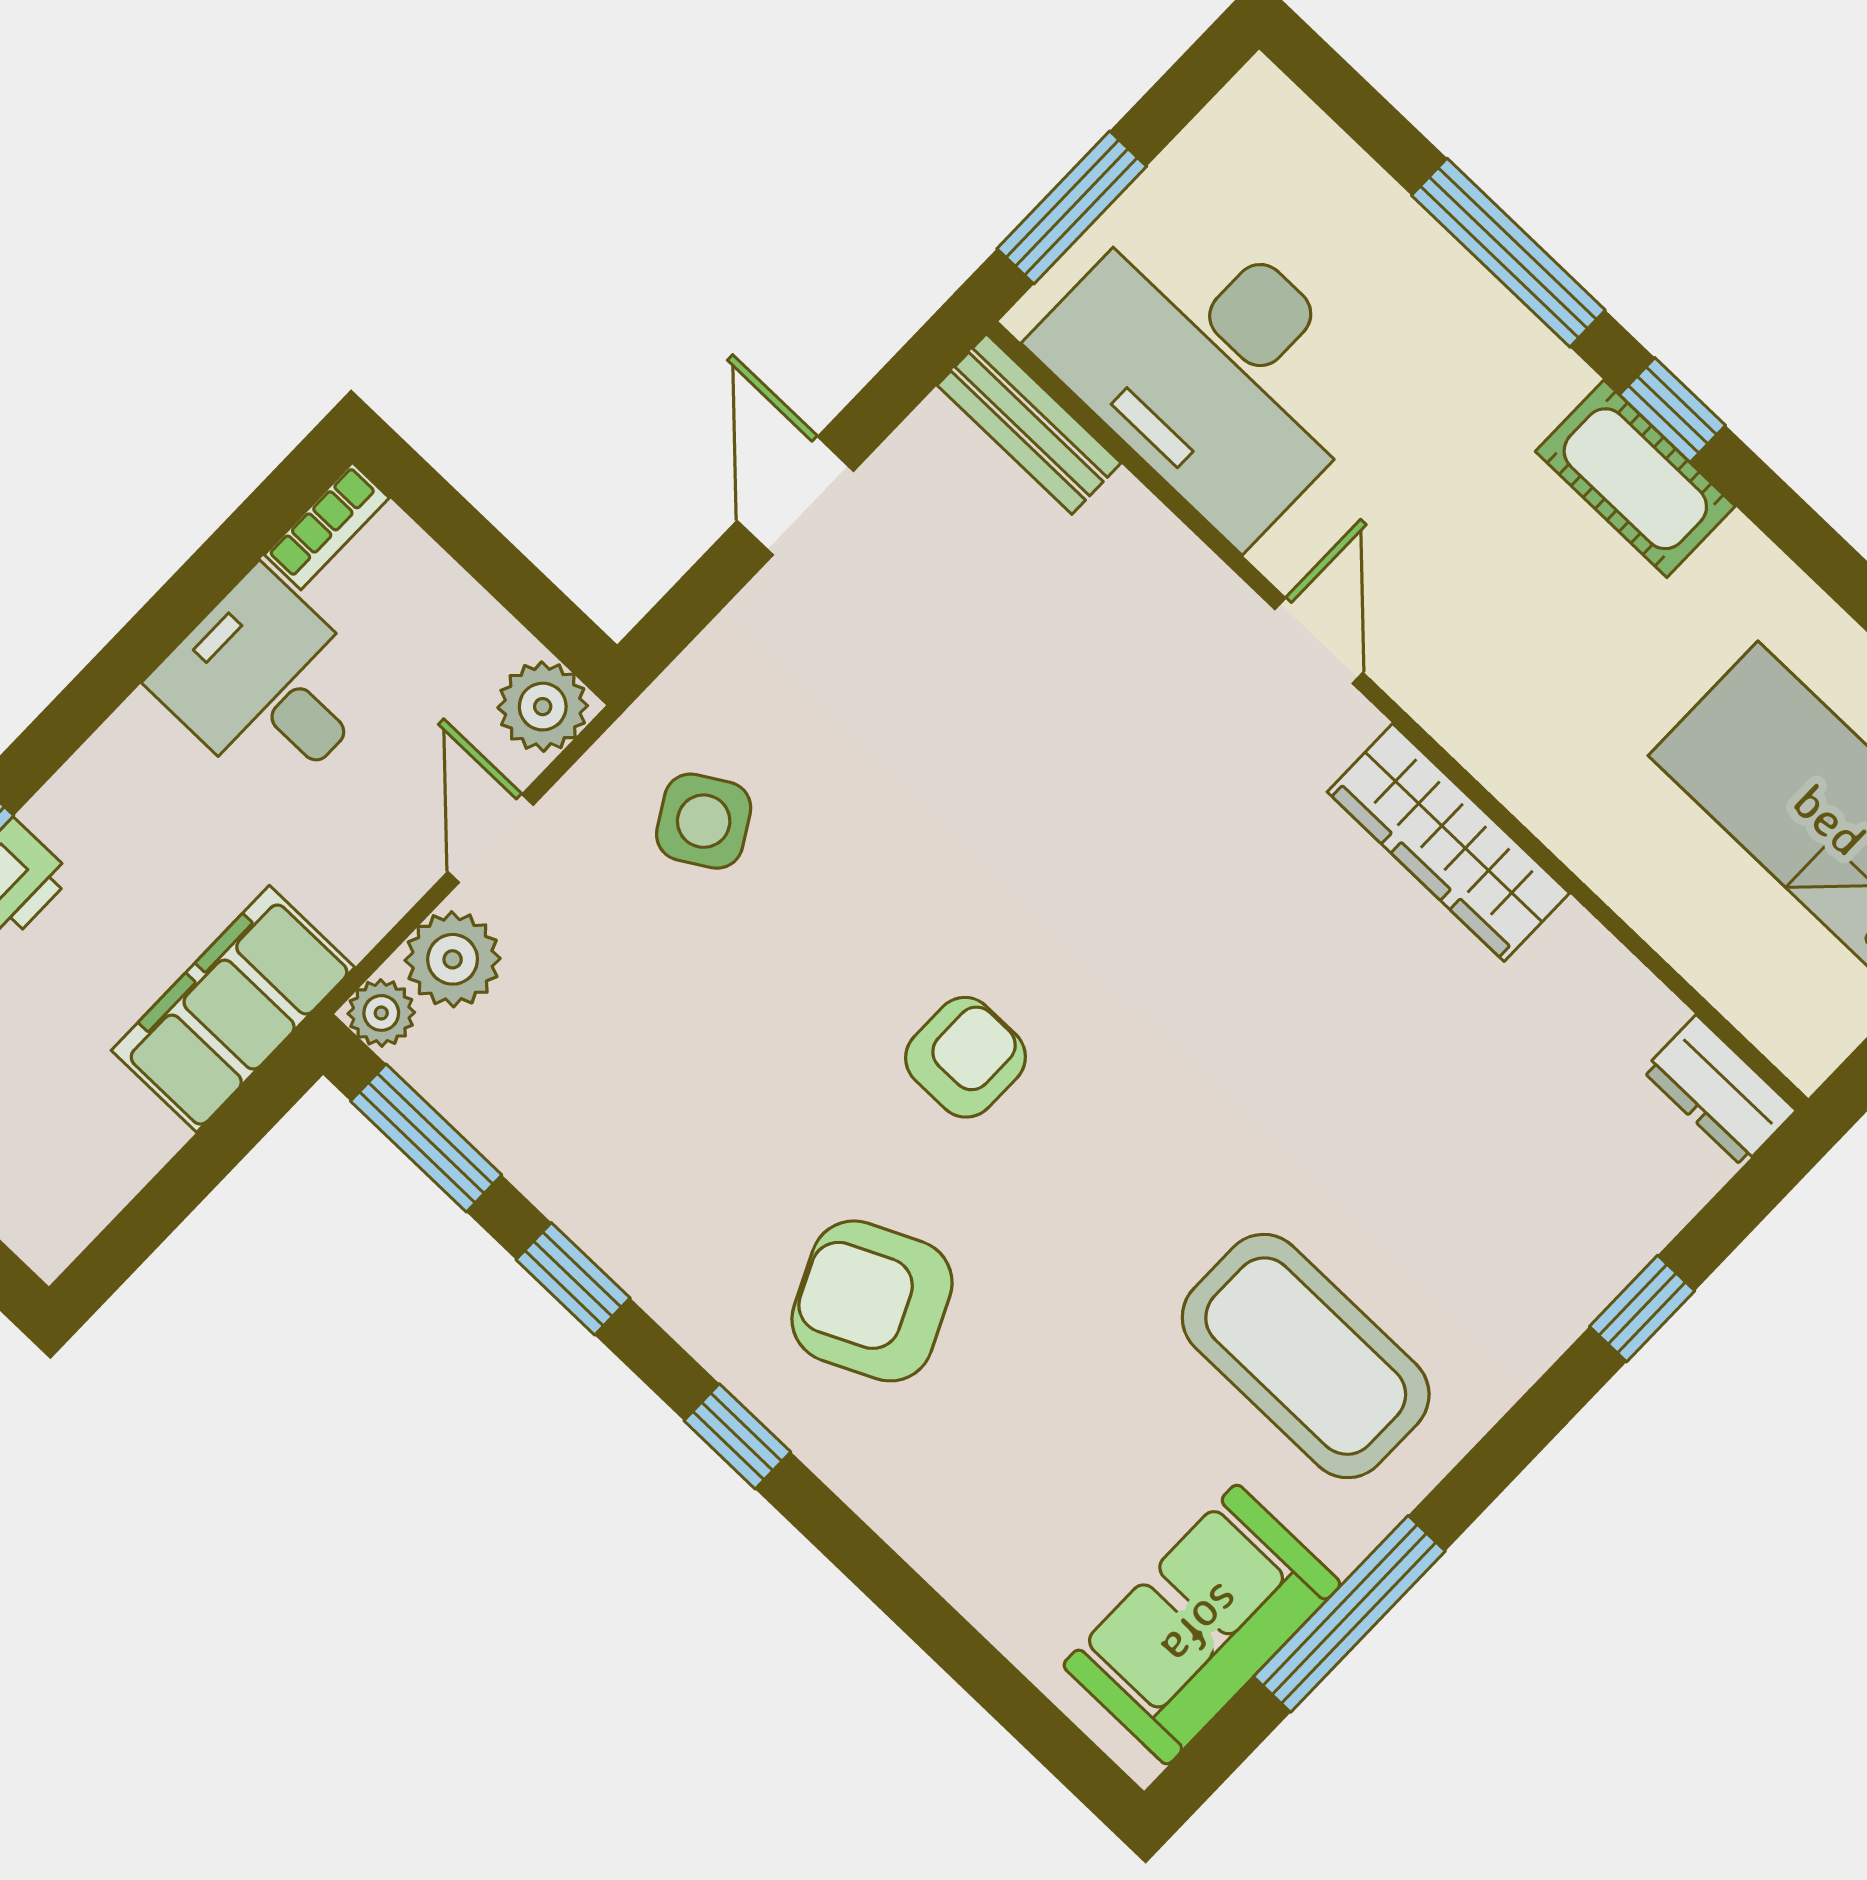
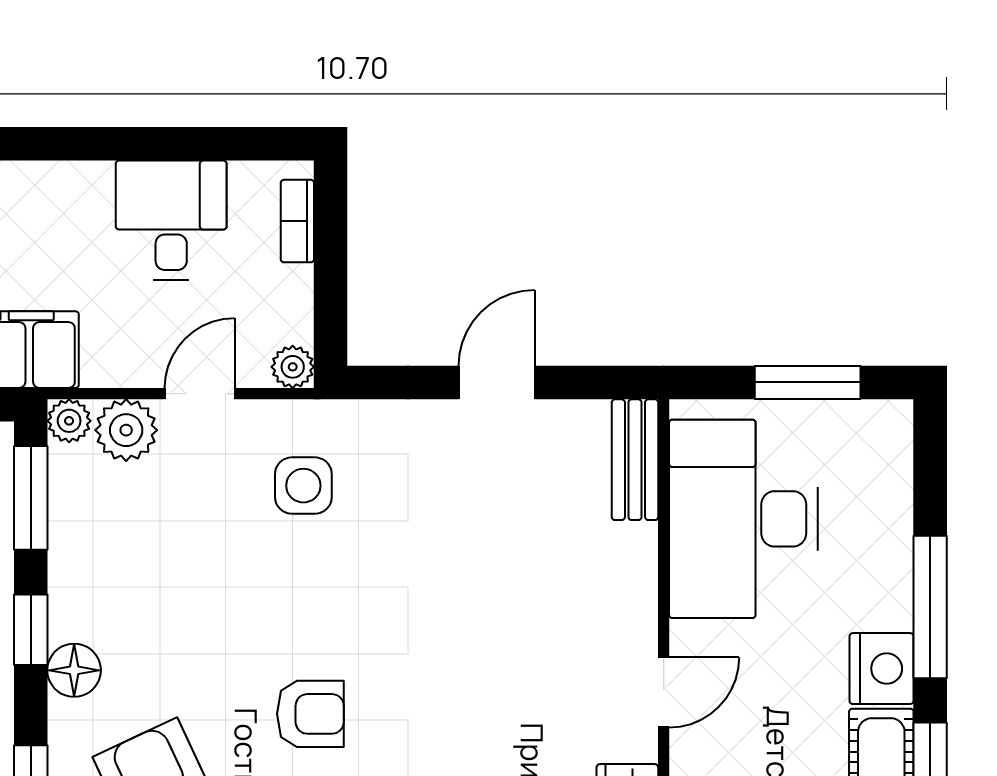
window: (1072, 208) -> (808, 382), moved
nightstand: (1525, 373) -> (882, 669), added
bookcase: (327, 526) -> (297, 221), moved, turned 90
plant: (543, 707) -> (293, 367), width x0.73, depth x0.73
side table: (704, 821) -> (303, 486), turned 31
floor lamp: (664, 1274) -> (74, 670), added

